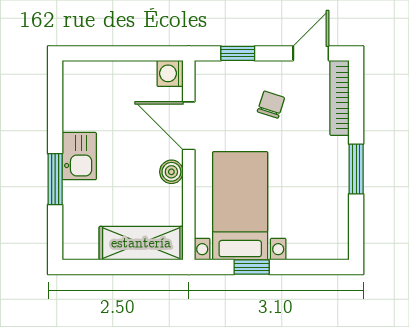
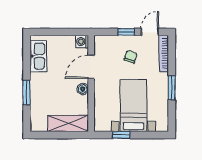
window: (238, 53) -> (126, 32), moved
door: (189, 126) -> (91, 67), hinge flipped
kitchen sink: (79, 156) -> (38, 56), moved, width x1.38
bed with nightstands: (240, 206) -> (133, 105), moved

